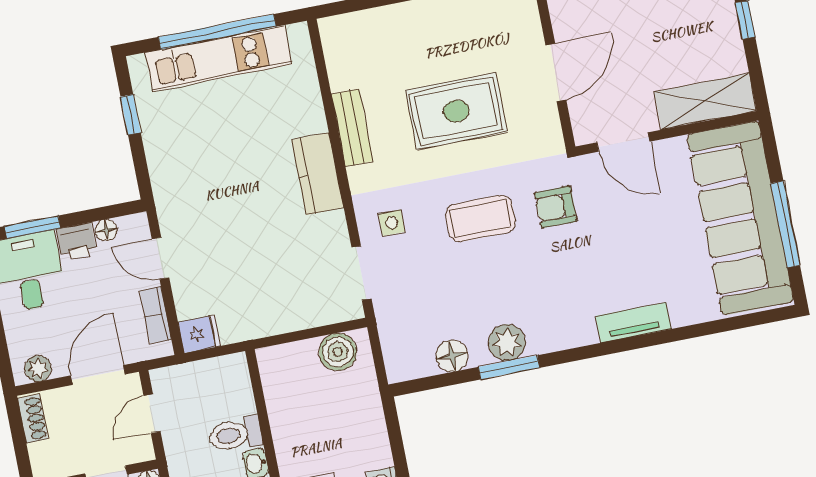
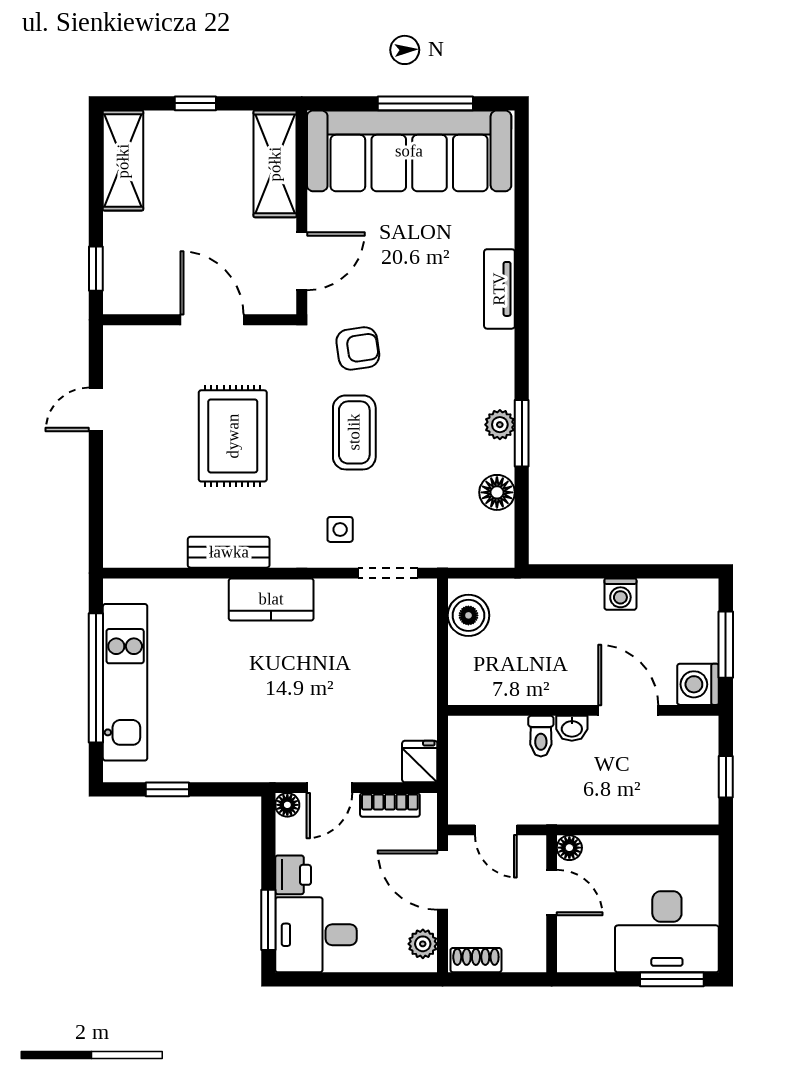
armchair: (556, 207) -> (358, 348), turned -98
floor lamp: (106, 230) -> (287, 805), moved
plant: (507, 343) -> (500, 425), width x0.73, depth x0.73
toilet: (235, 434) -> (541, 736), width x0.73, depth x0.72

